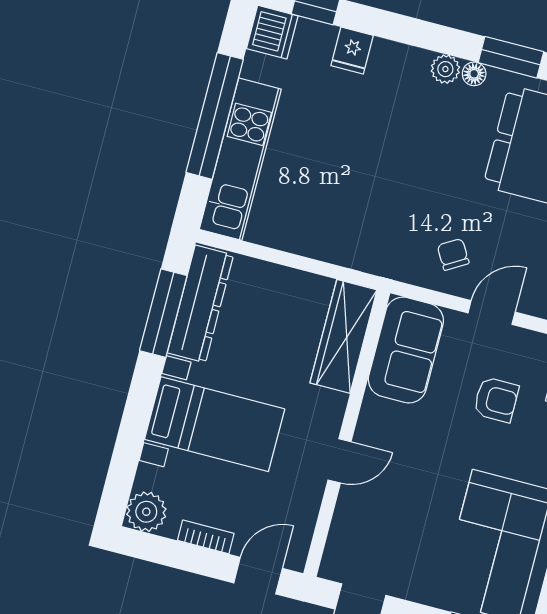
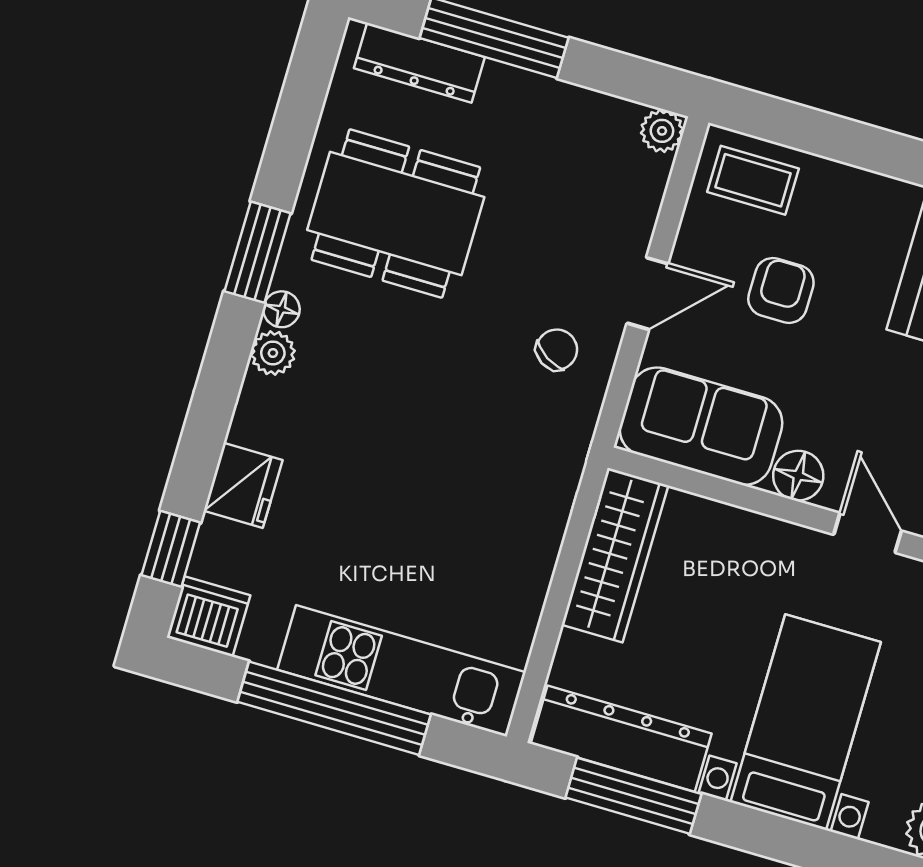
fridge: (352, 51) -> (243, 485), width x1.38
chair: (453, 254) -> (557, 350), turned 153
door: (492, 313) -> (648, 293), swing flipped
wardrobe: (344, 336) -> (615, 555), moved, turned -90
floor lamp: (375, 415) -> (798, 476), added

